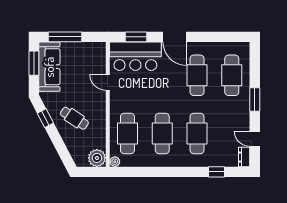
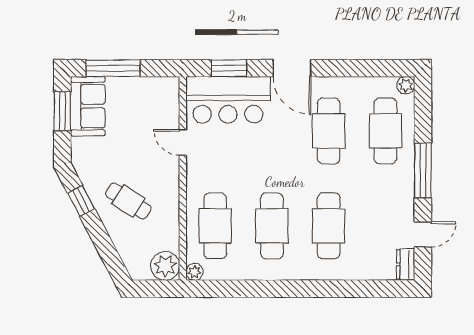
plant: (244, 47) -> (406, 85), added
sofa: (49, 67) -> (88, 106), width x0.73
window: (255, 99) -> (423, 170), width x1.44
door: (255, 139) -> (423, 234), swing flipped
window: (216, 172) -> (360, 289), removed

